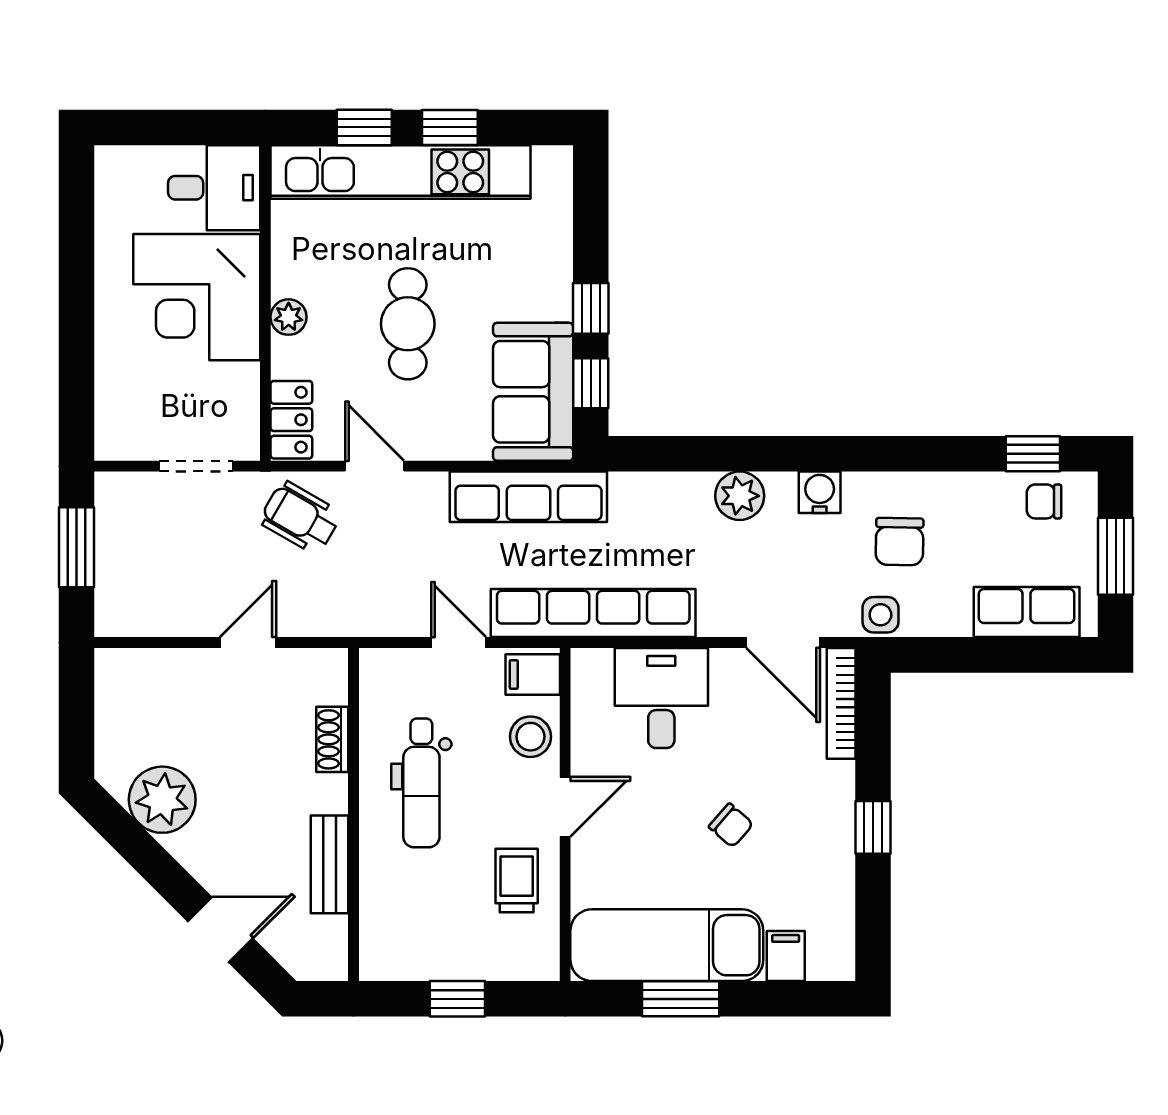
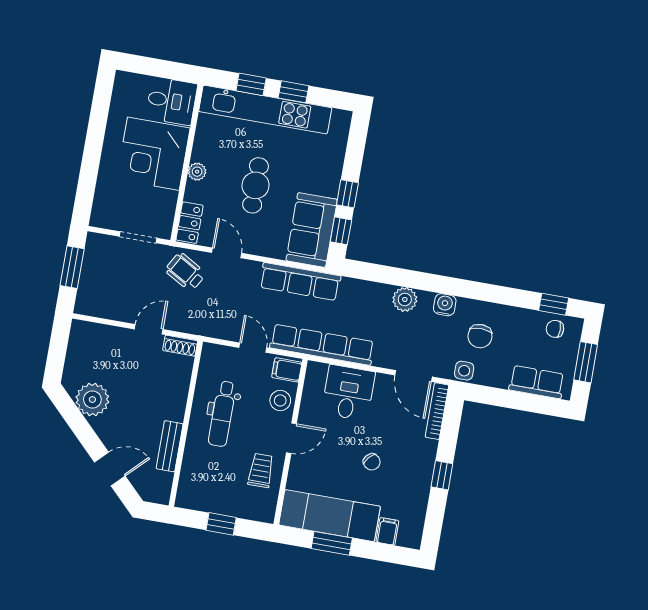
shoe rack: (332, 739) -> (180, 346), moved, turned -90

